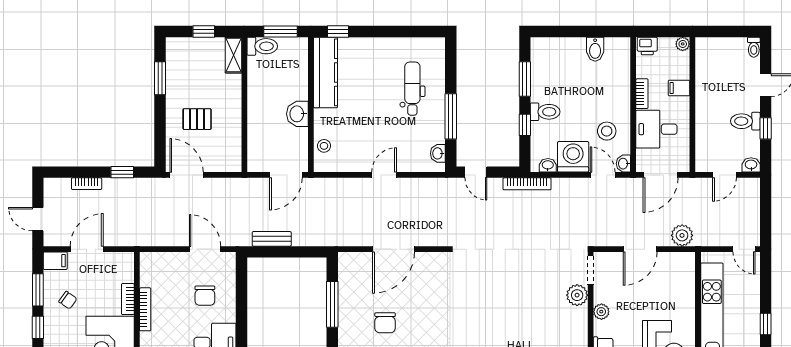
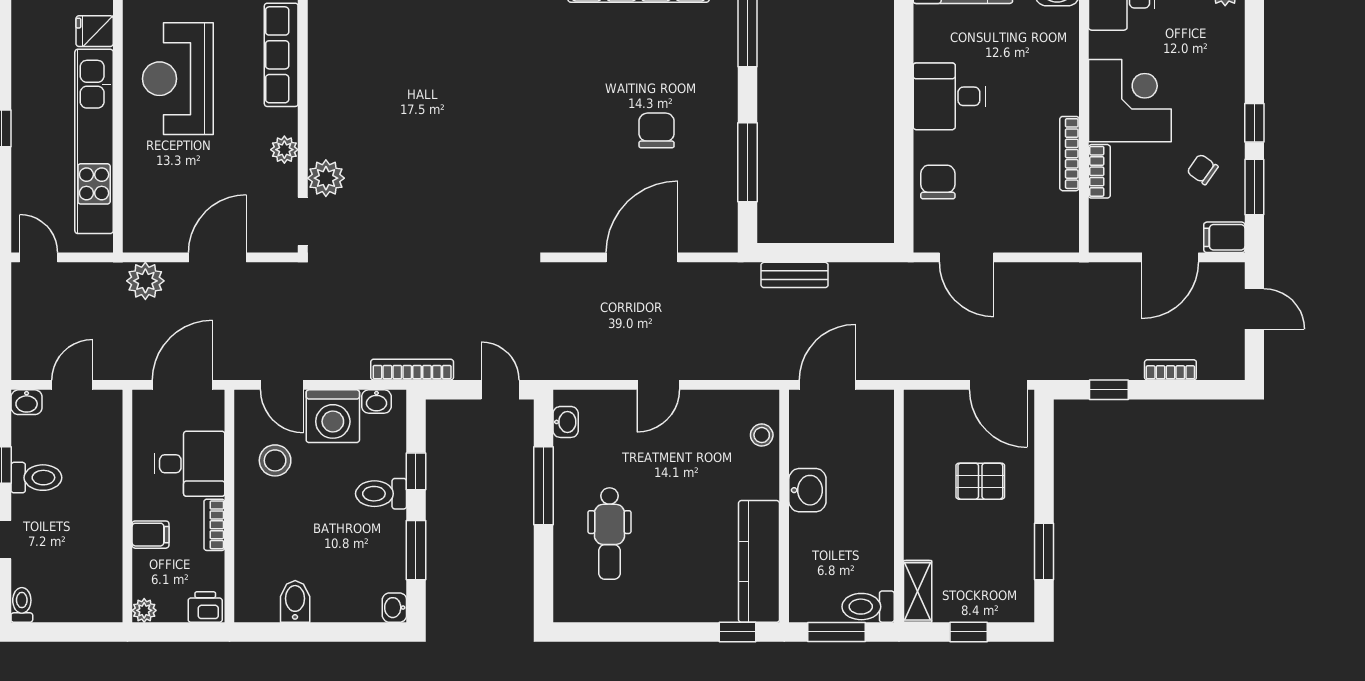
washbasin: (623, 164) -> (394, 608), moved, turned 180
bench: (272, 239) -> (795, 275), moved
chair: (205, 296) -> (938, 182), moved

